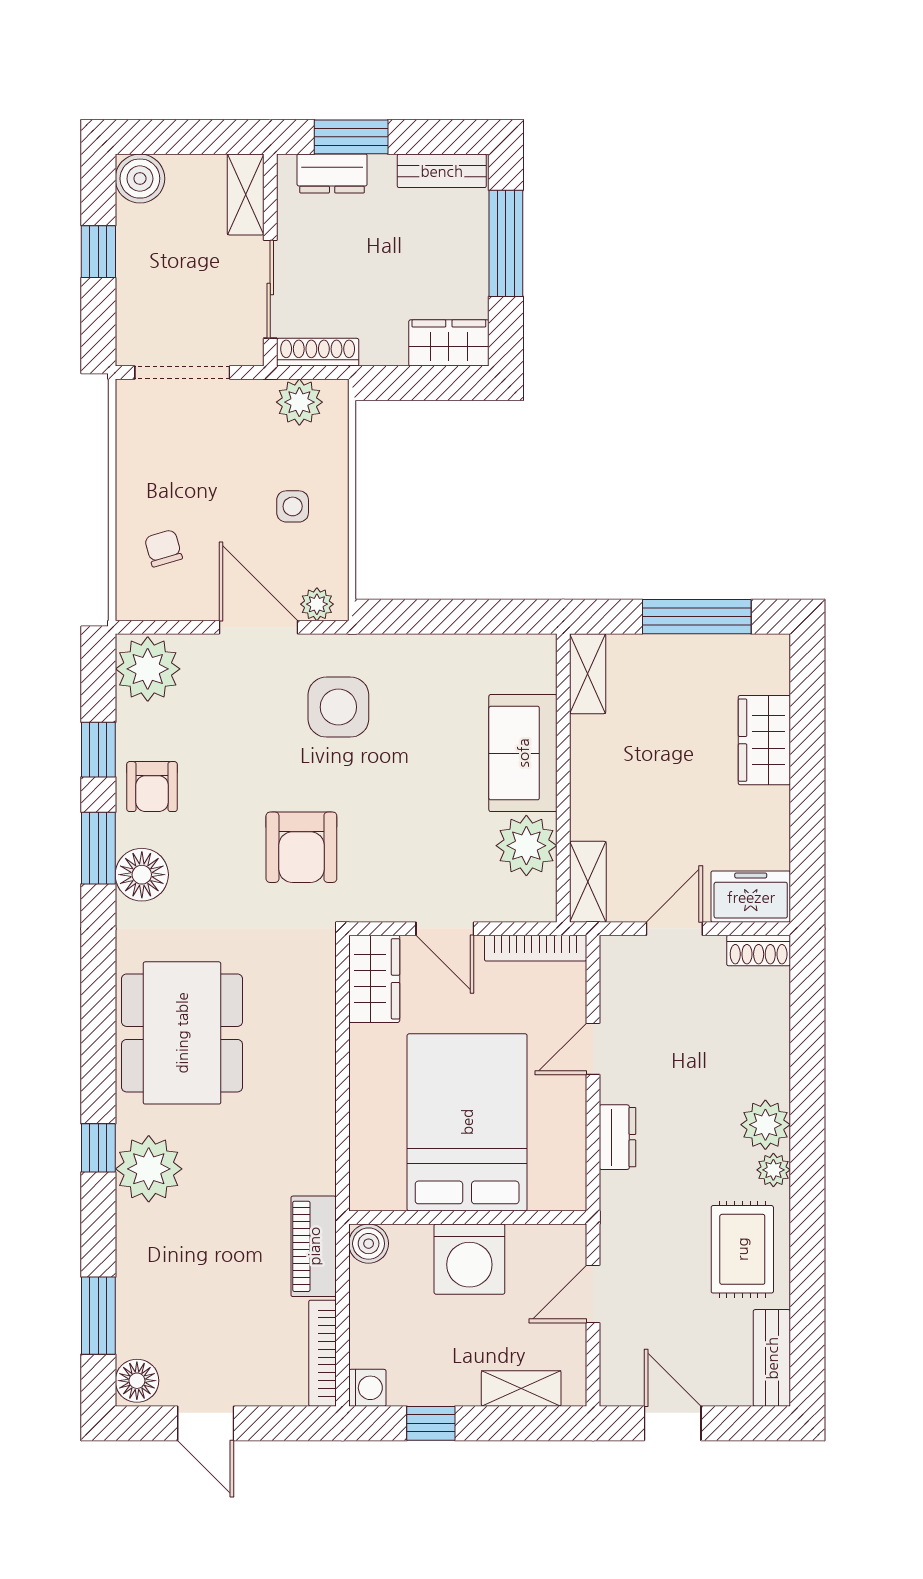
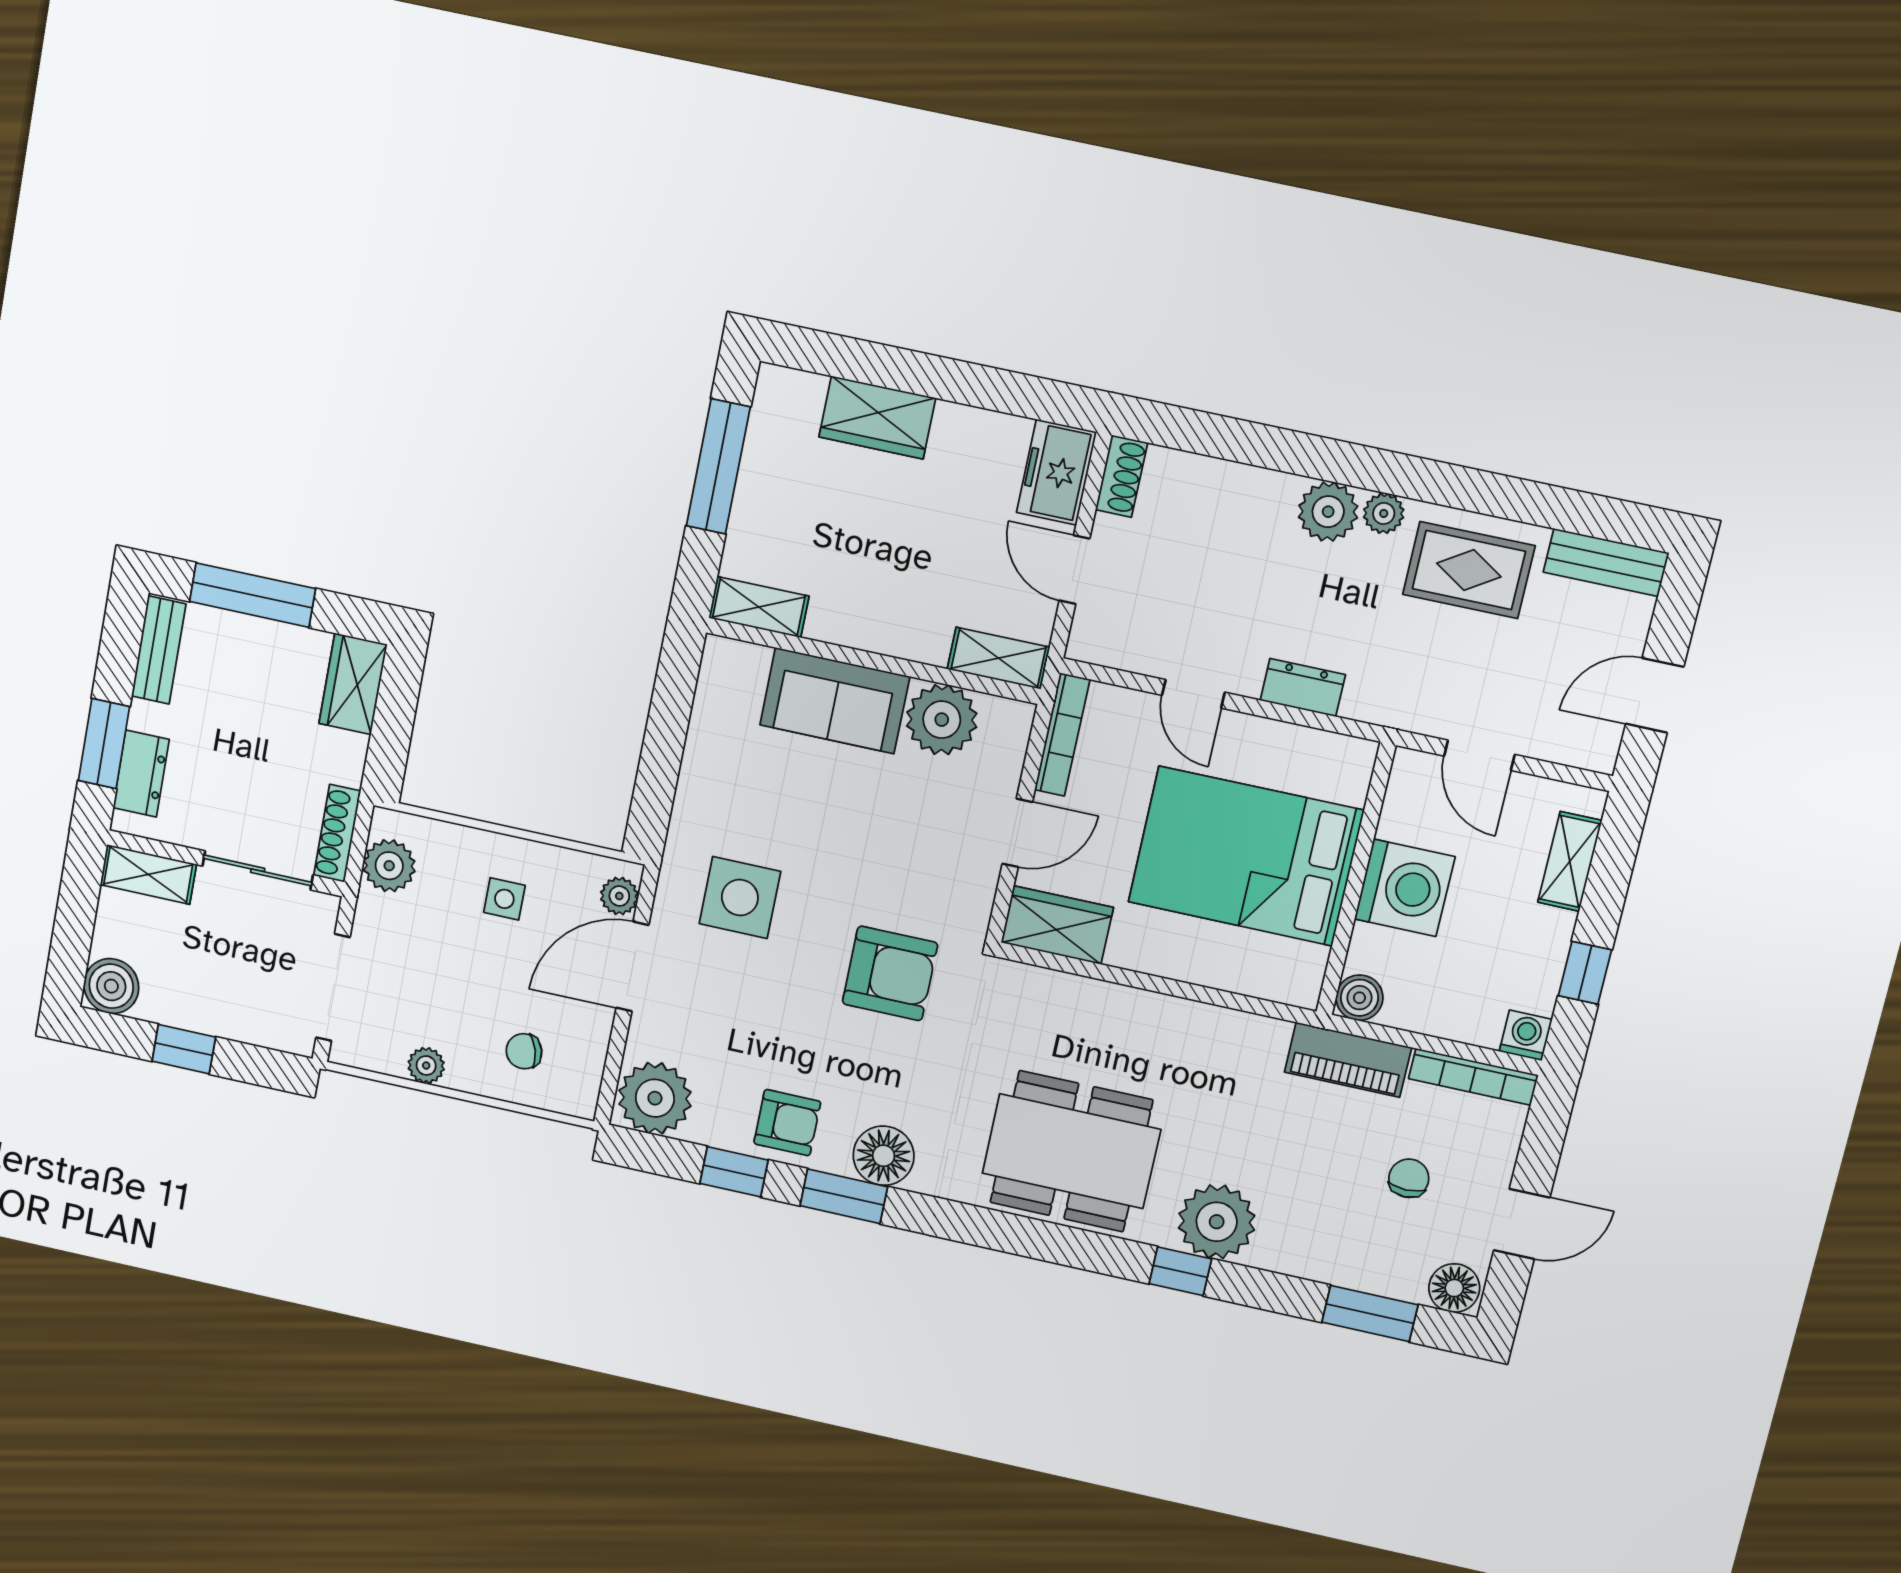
plant: (132, 466) -> (426, 1065), added
chair: (223, 1321) -> (1409, 1178), added

